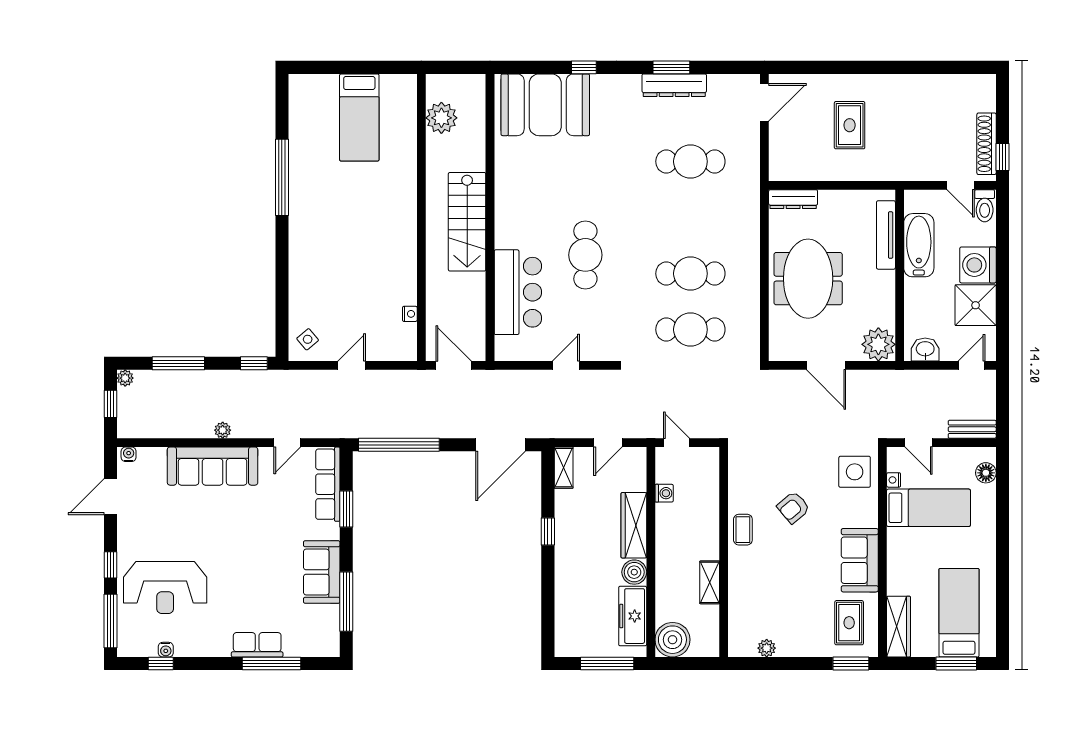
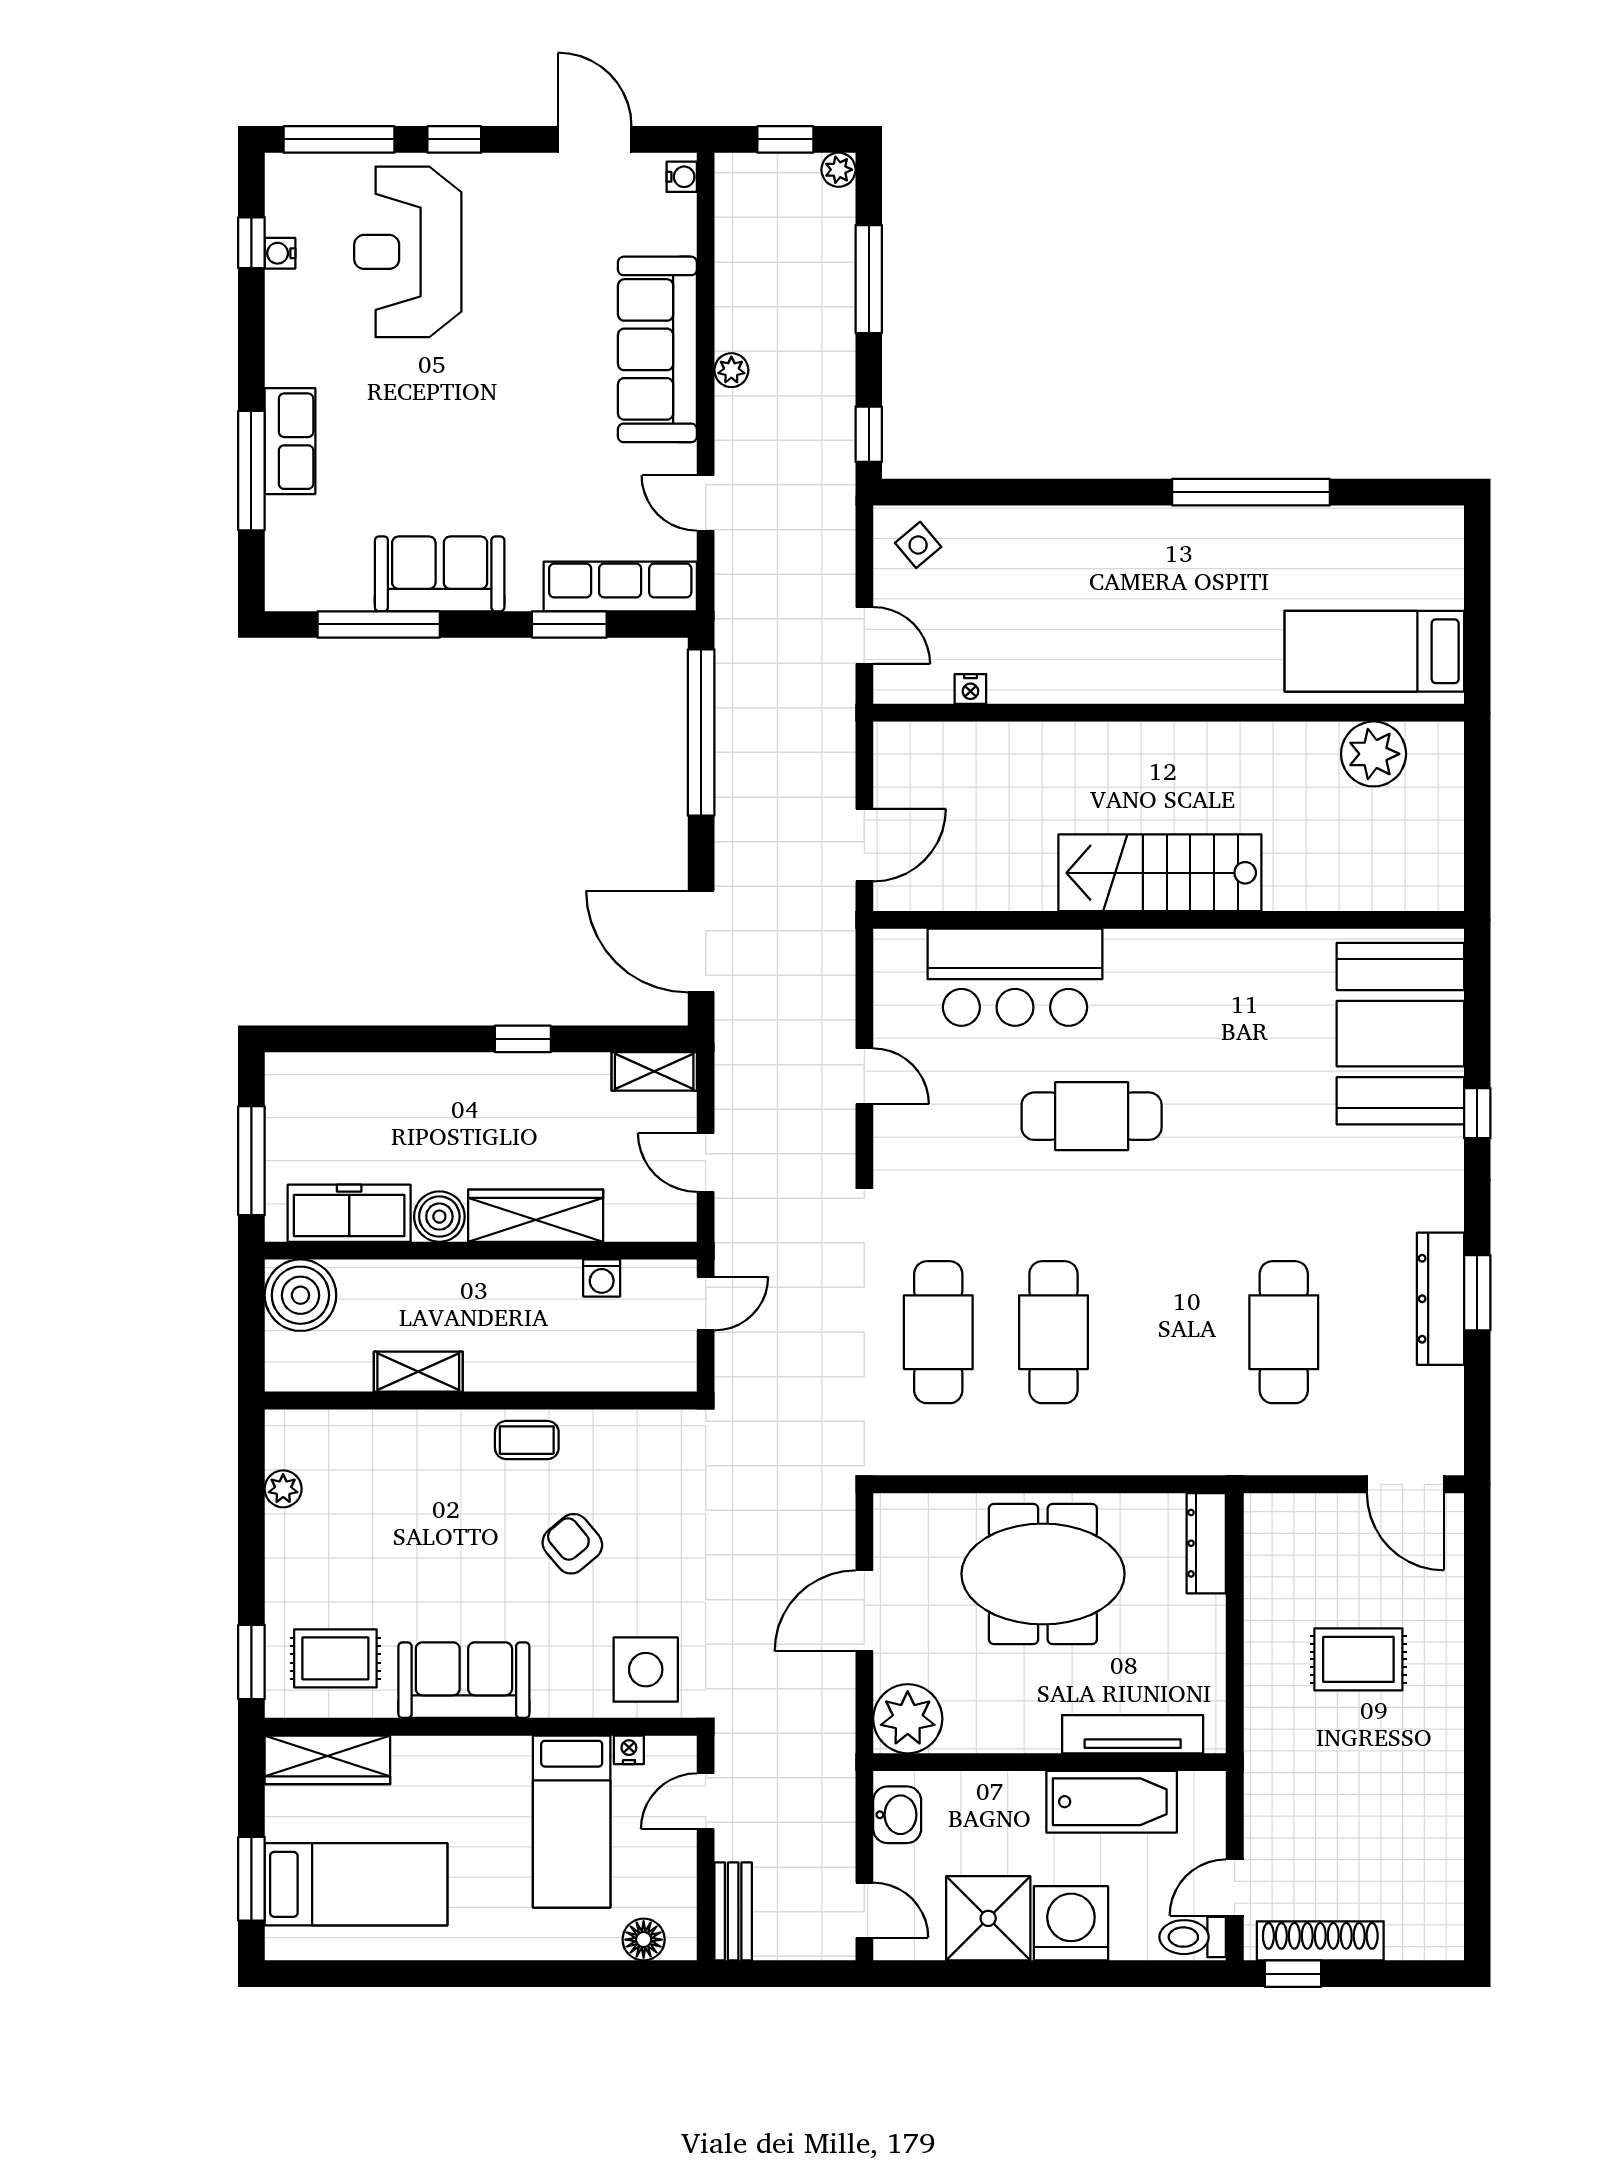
plant: (441, 118) -> (1374, 754), moved
wall: (421, 218) -> (1169, 713), moved
nightstand: (410, 314) -> (970, 689), moved

